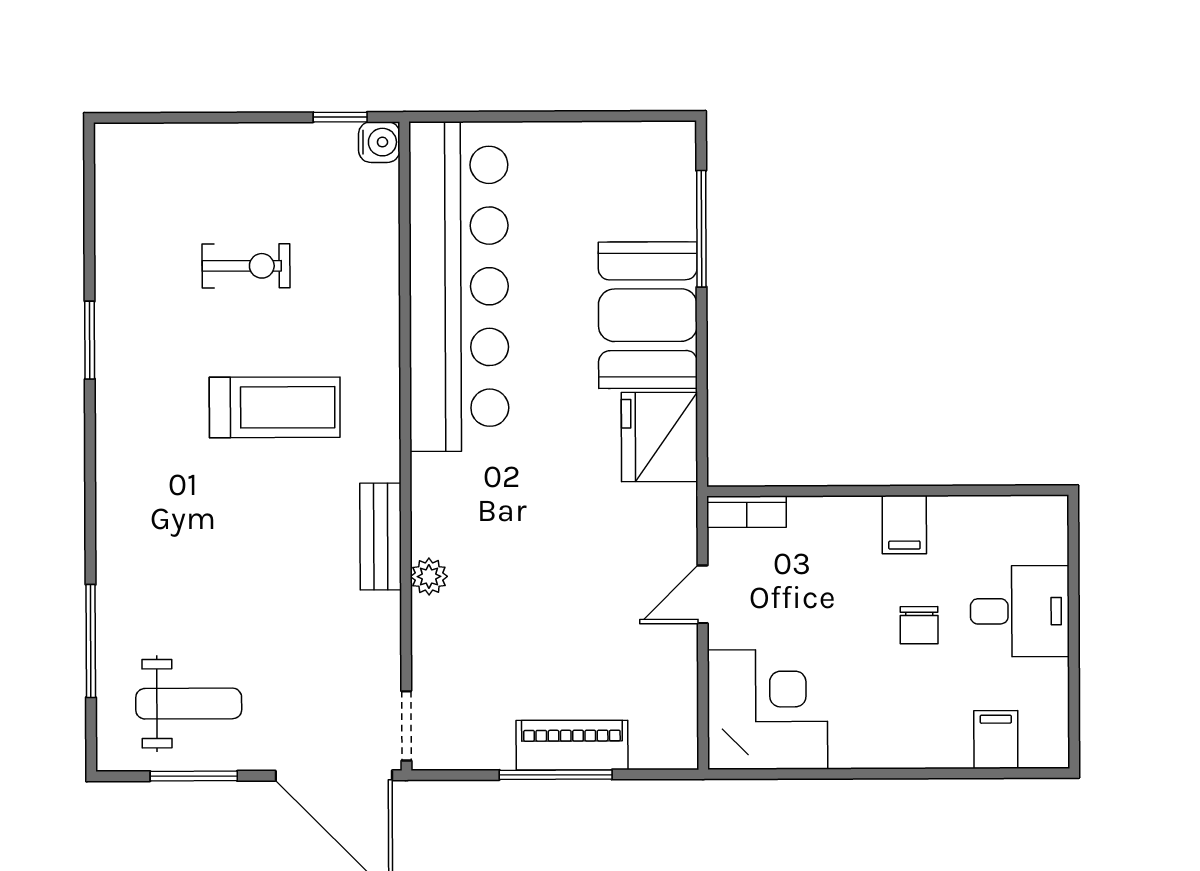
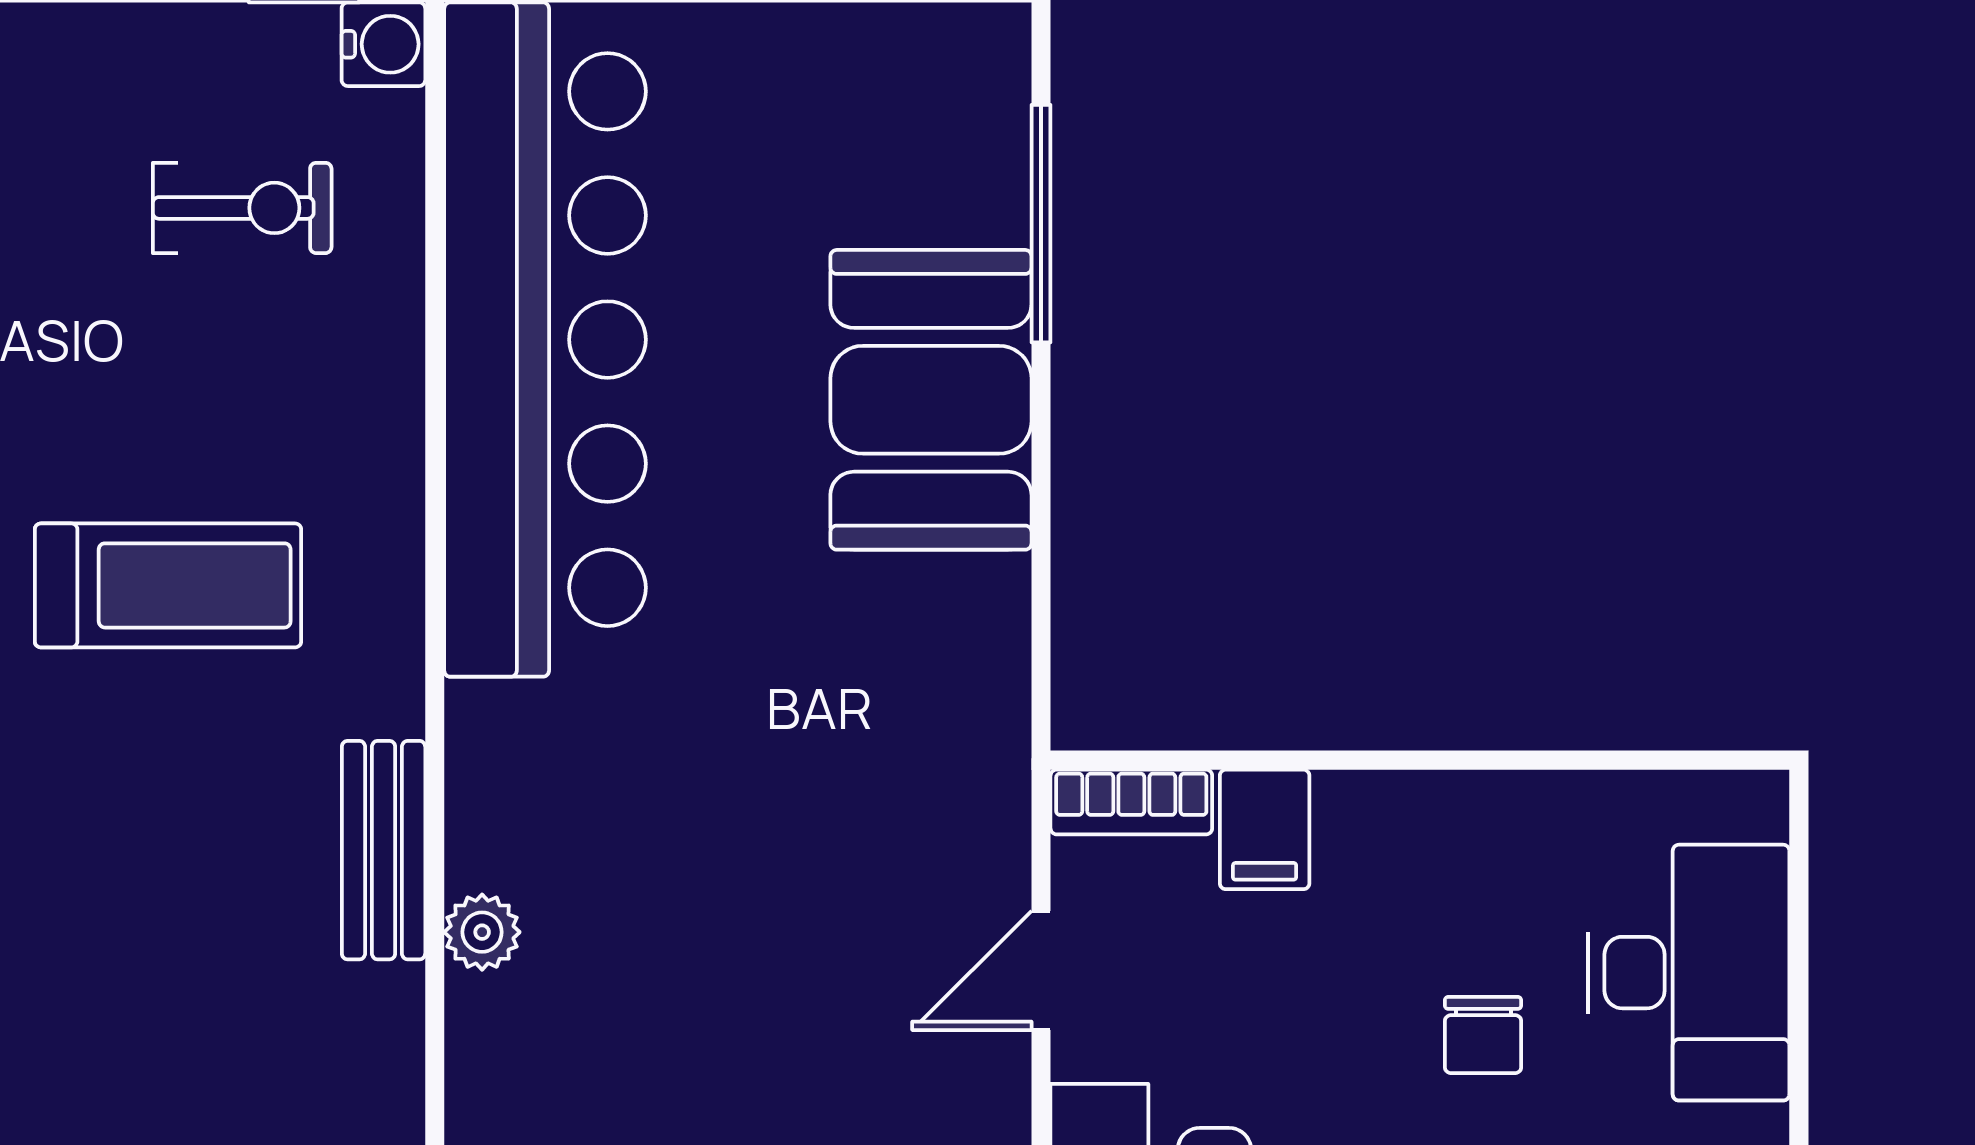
exercise bike: (246, 266) -> (242, 208), moved
fridge: (660, 437) -> (954, 649), removed
filing cabinet: (904, 525) -> (1265, 829), moved
desk: (1020, 611) -> (1689, 973), width x1.37

